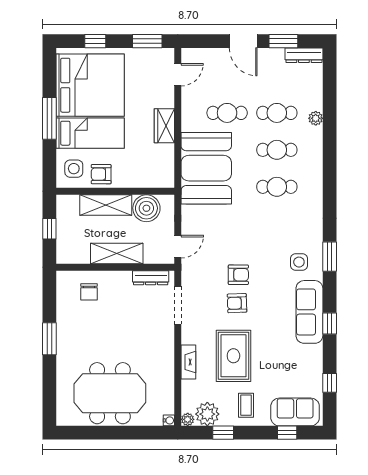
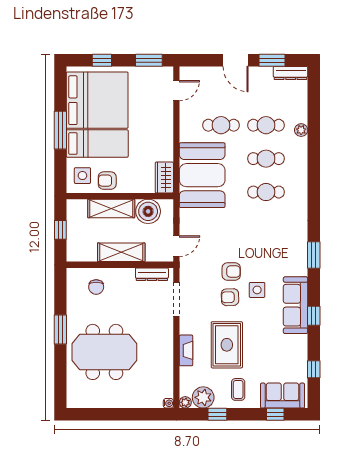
wardrobe: (164, 126) -> (164, 177), moved
side table: (299, 262) -> (257, 290), moved
meeting table: (110, 393) -> (104, 352), moved

